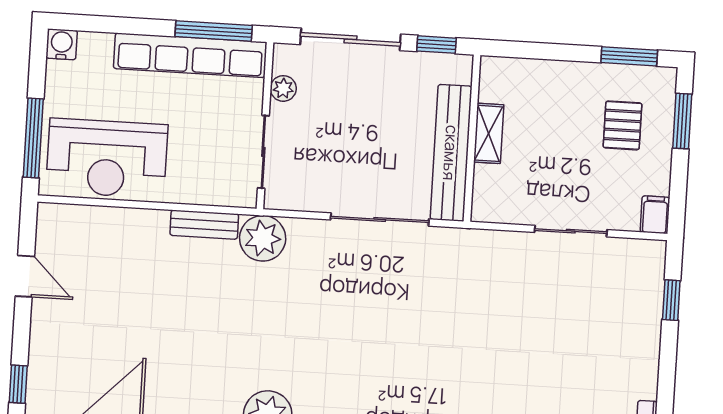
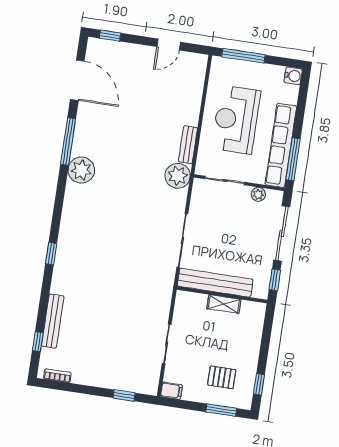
window: (629, 56) -> (259, 384), width x0.67
reception desk: (107, 158) -> (236, 120), moved

